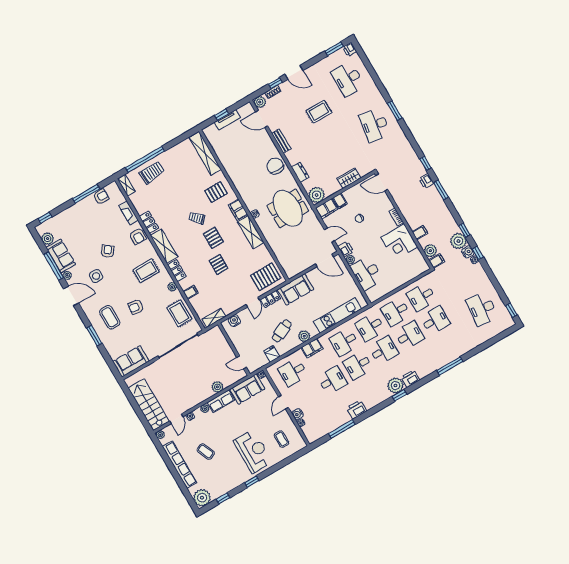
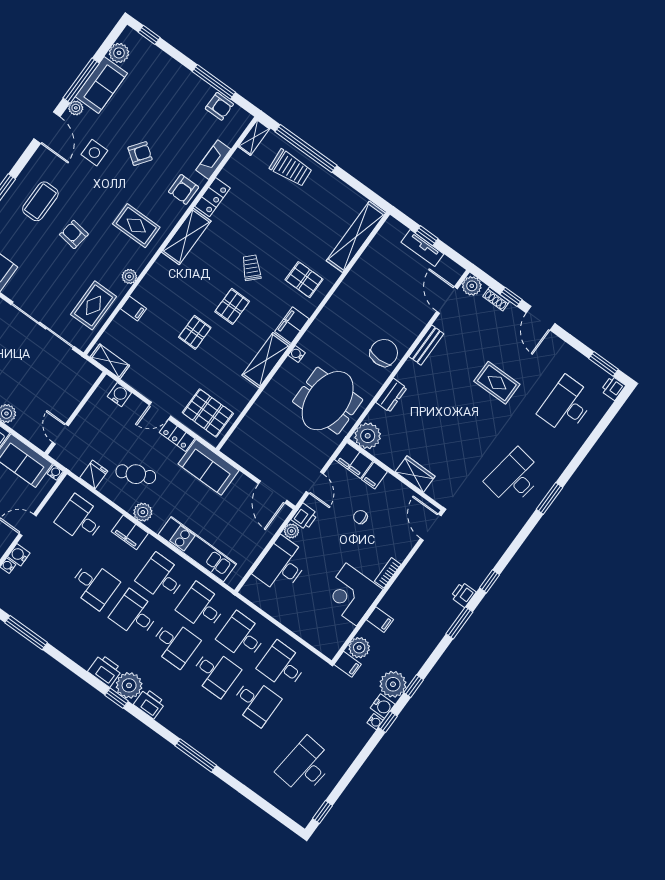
locker: (177, 270) -> (158, 273), removed
printer: (357, 410) -> (105, 670), moved

